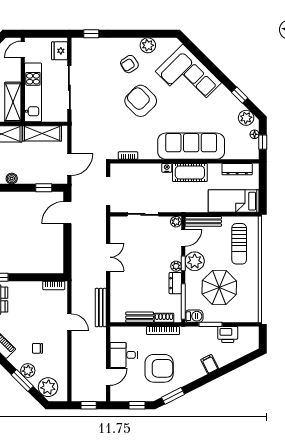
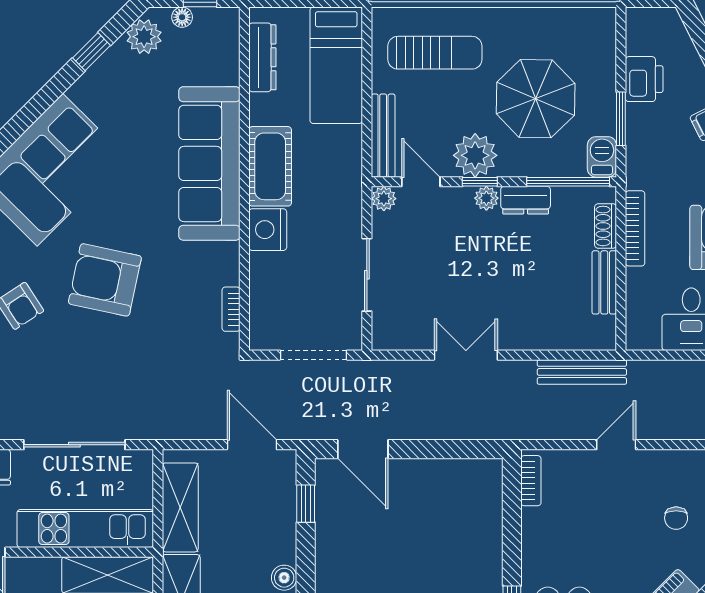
armchair: (141, 101) -> (105, 280), turned 57
nightstand: (167, 168) -> (268, 230), width x1.89, depth x1.79

